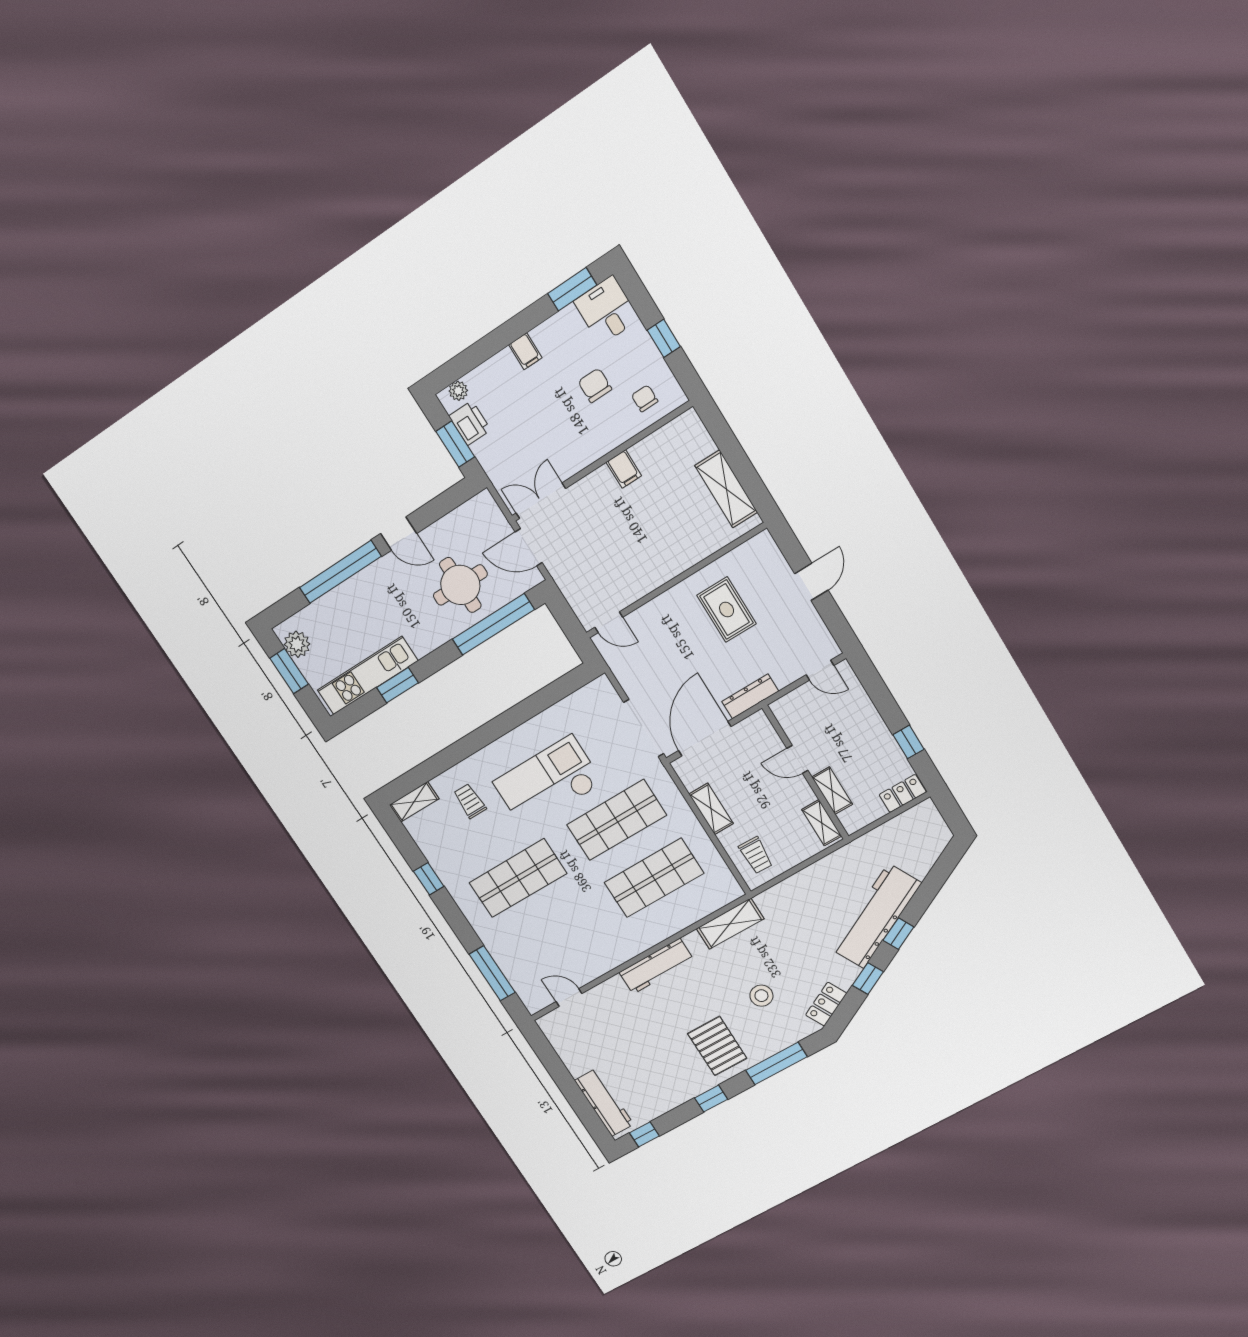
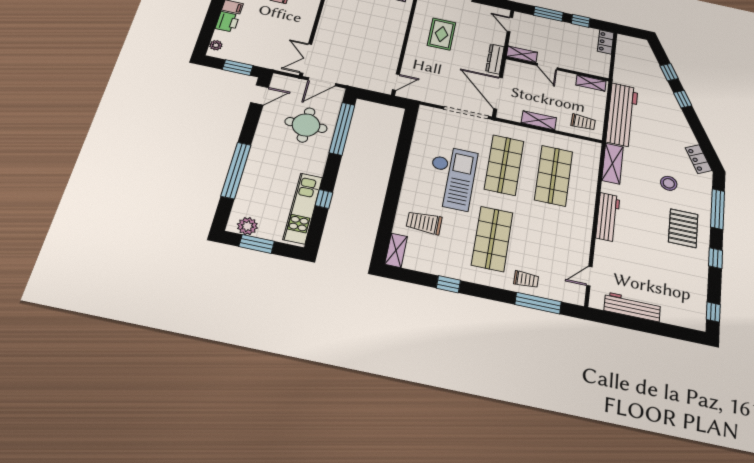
printer: (470, 423) -> (227, 22), moved, turned 90
filing cabinet: (624, 469) -> (330, 17), removed
door: (399, 534) -> (259, 95), moved
rug: (727, 610) -> (442, 34), turned 90
door: (820, 670) -> (510, 24), swing flipped
window: (397, 685) -> (324, 199), width x0.67
window: (882, 699) -> (548, 14), added
door: (797, 759) -> (547, 67), hinge flipped
checkout: (548, 783) -> (452, 178), turned 180
shelving: (832, 791) -> (522, 54), moved
trolley: (470, 801) -> (424, 223), width x1.36, depth x1.39
workbench: (876, 916) -> (622, 115), moved, turned -153
trolley: (506, 944) -> (526, 279), added
window: (868, 979) -> (669, 72), moved
pallet: (717, 1046) -> (683, 228), turned 90
workbench: (604, 1102) -> (632, 307), moved

